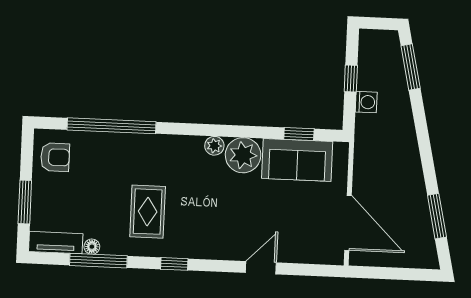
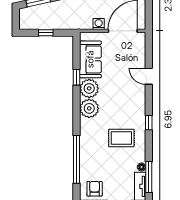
washing machine: (366, 102) -> (99, 24), moved
window: (299, 134) -> (77, 77), moved
plant: (214, 146) -> (89, 108), width x1.88, depth x1.88
window: (98, 261) -> (149, 177), moved

